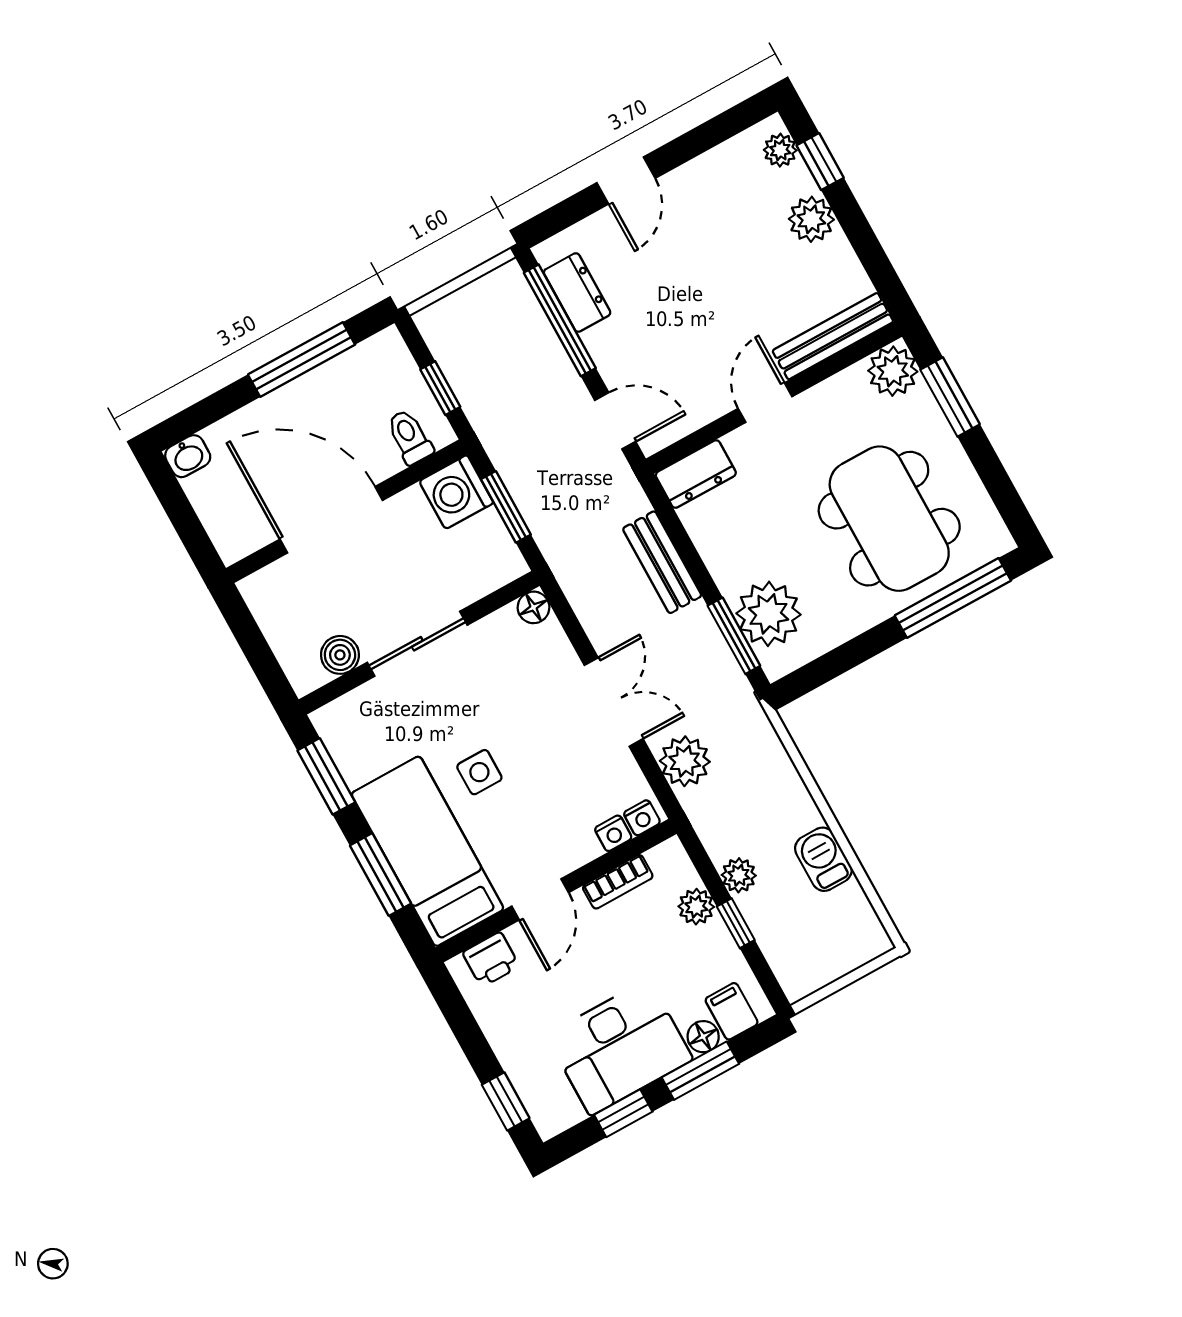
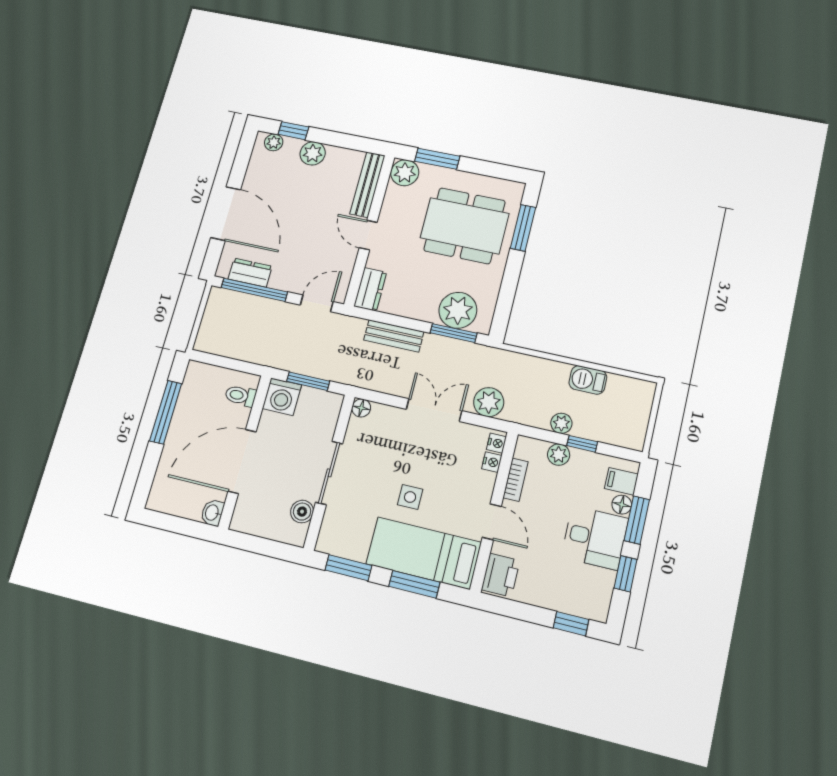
door: (626, 180) -> (226, 214), width x1.88
window: (440, 388) -> (233, 364), removed
washbasin: (188, 456) -> (212, 513), moved, turned 180
window: (953, 598) -> (523, 228), width x0.69
printer: (491, 959) -> (500, 575), width x1.36, depth x1.24
desk: (619, 1047) -> (595, 538), width x0.73

